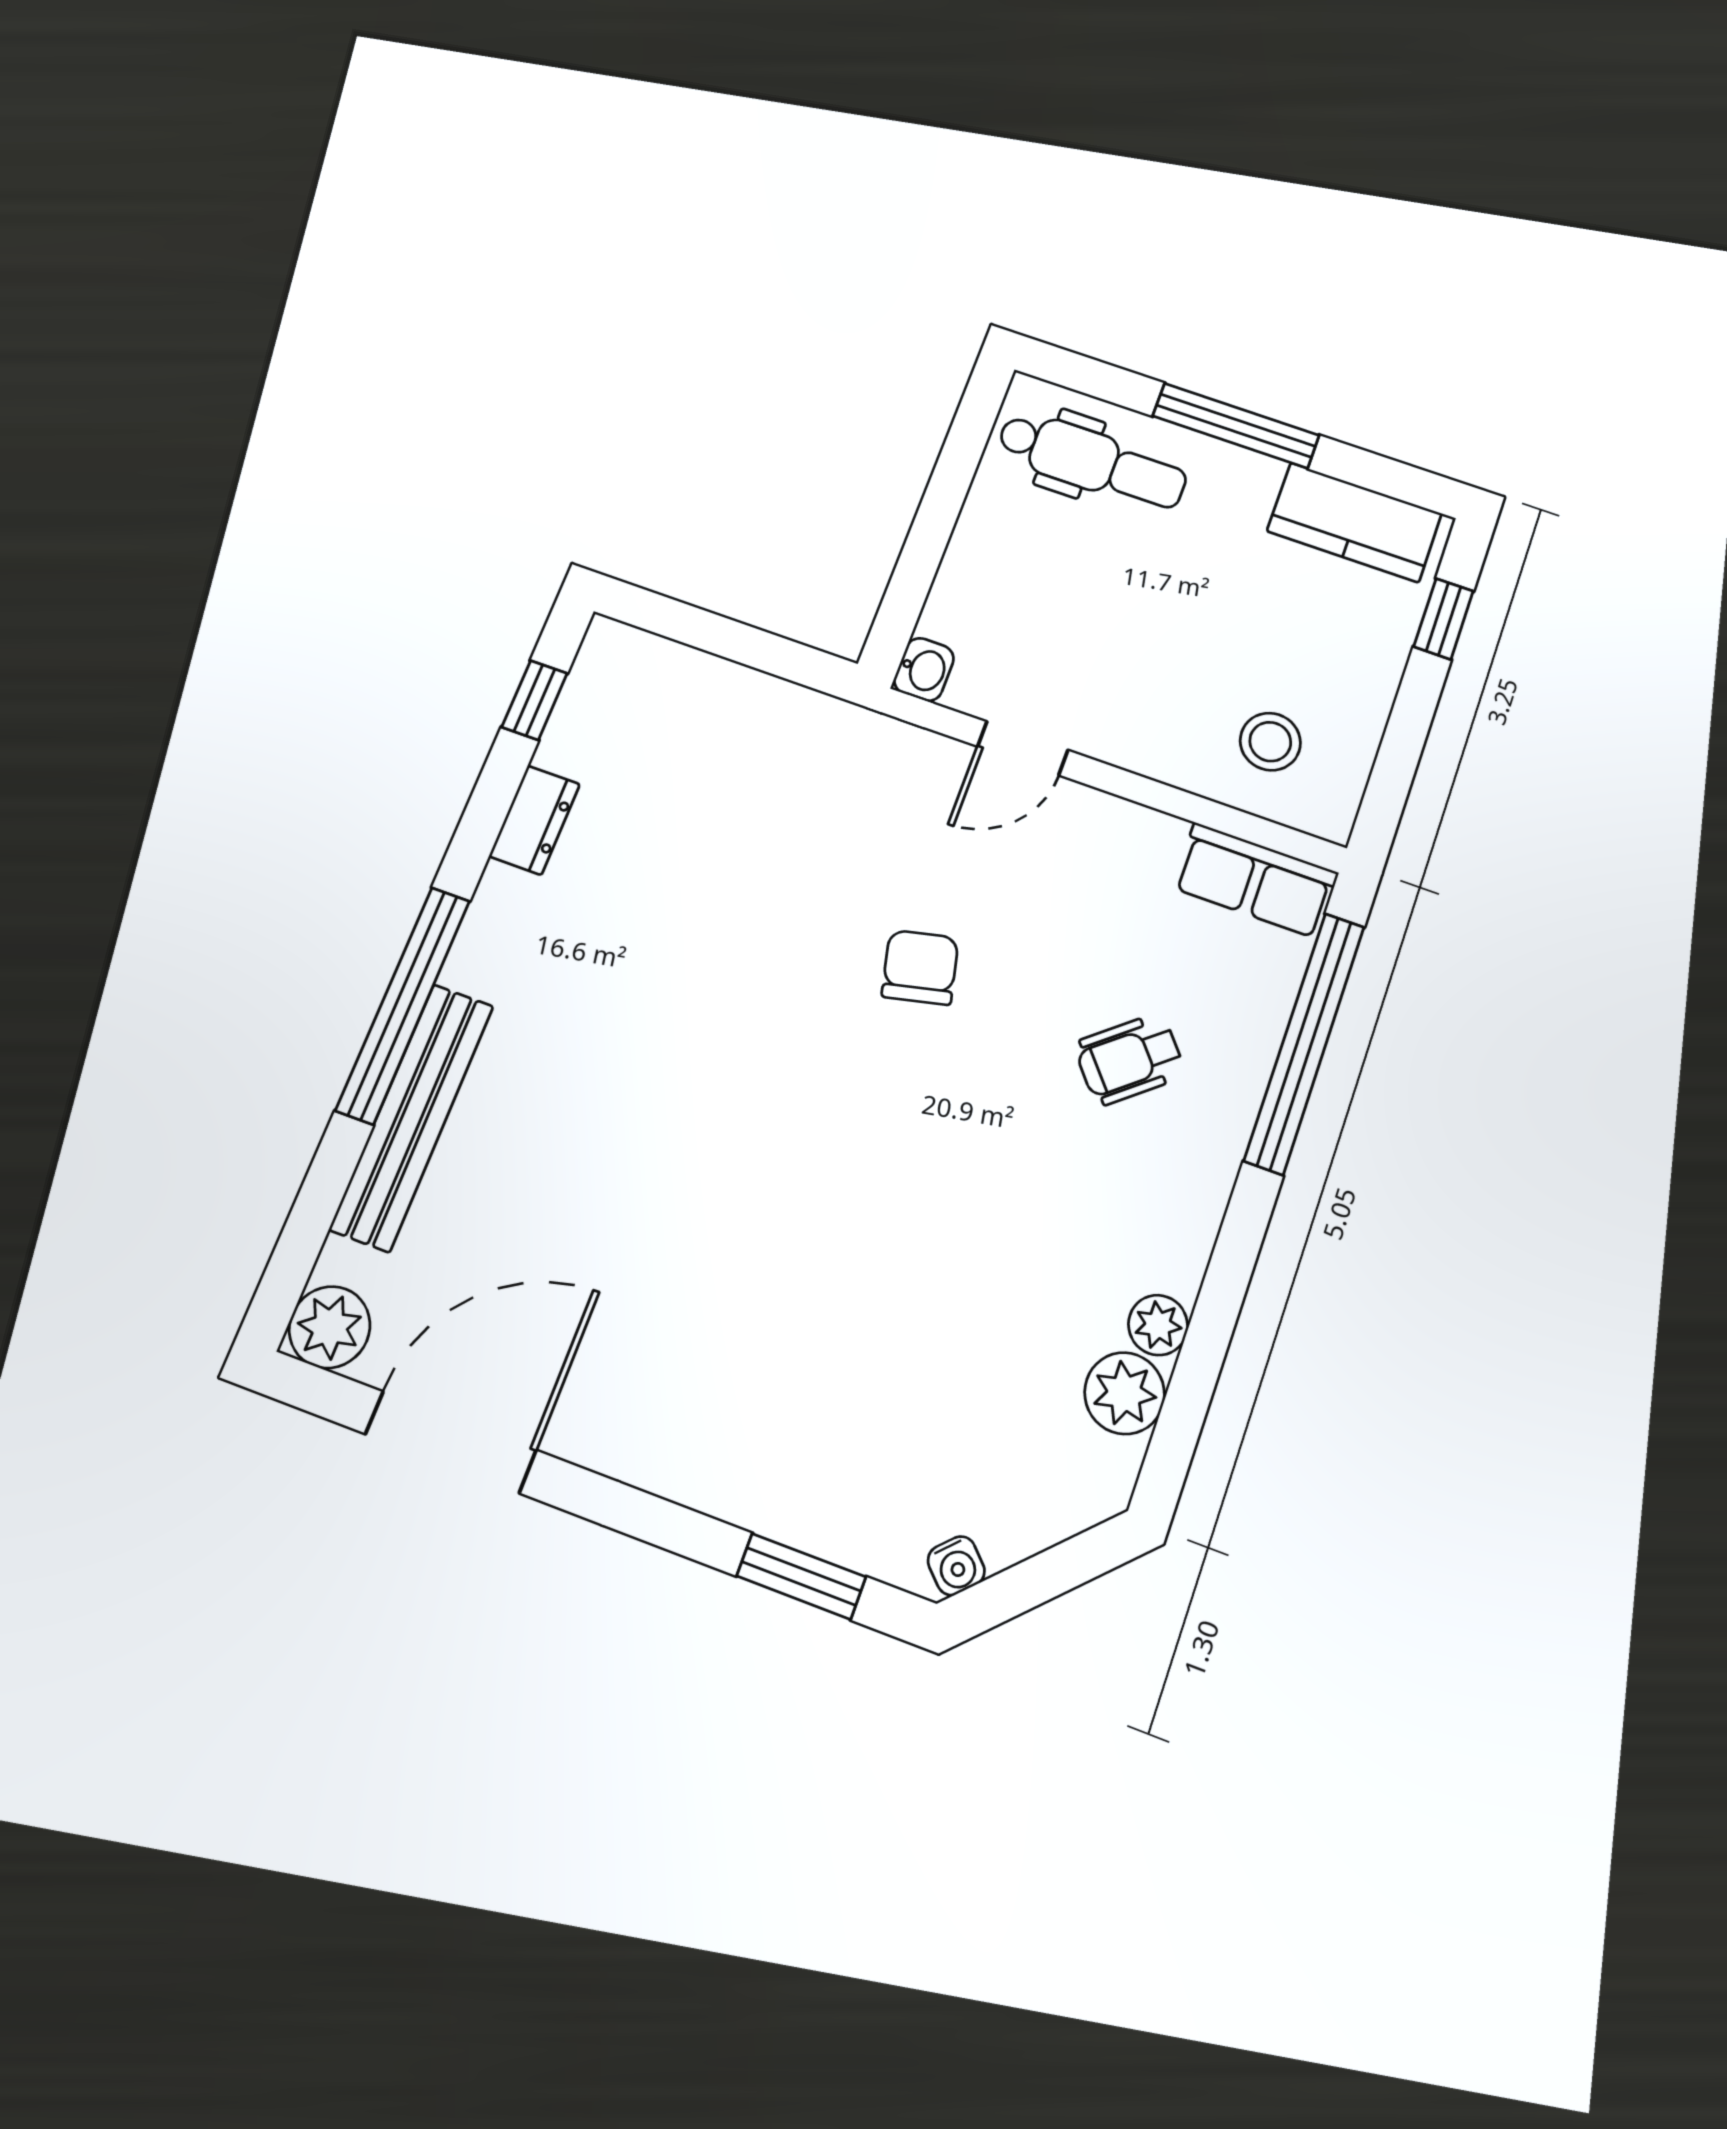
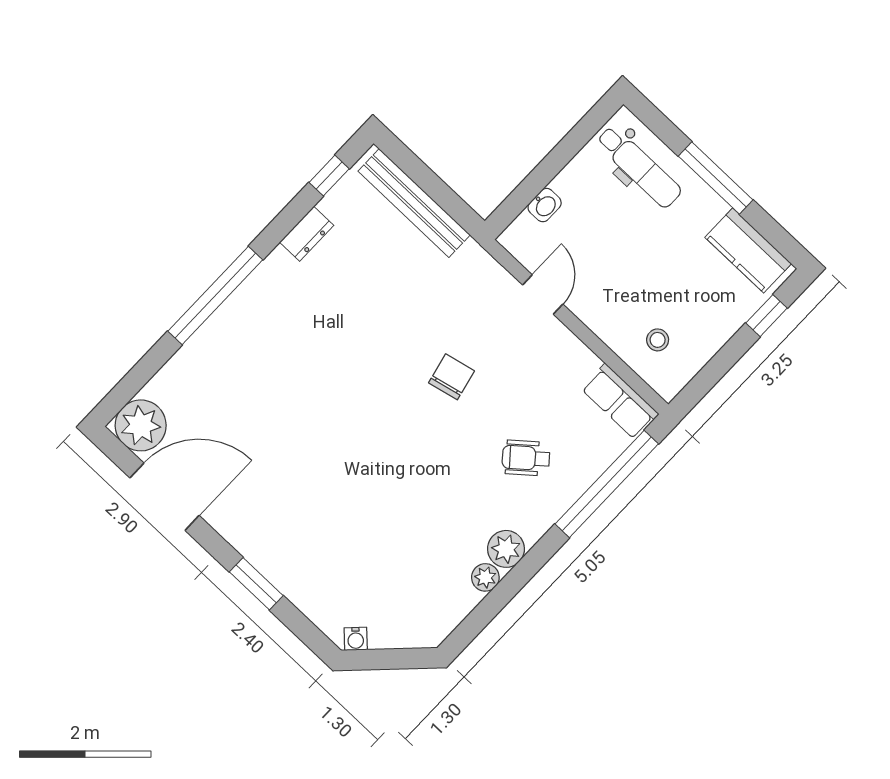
washbasin: (924, 669) -> (545, 205), moved
stool: (1270, 742) -> (658, 340), width x0.73, depth x0.73
door: (1023, 748) -> (543, 295), swing flipped
bench: (412, 1117) -> (414, 203), moved, turned 90
plant: (330, 1327) -> (141, 425), width x1.36, depth x1.36
plant: (1125, 1393) -> (506, 549), moved
window: (801, 1576) -> (256, 584), moved

